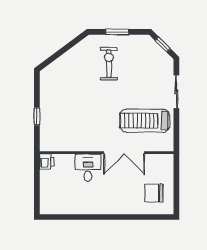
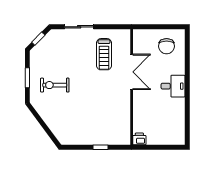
treadmill: (145, 121) -> (104, 54), width x0.73, depth x0.73
desk: (88, 168) -> (173, 86), moved, turned 180

